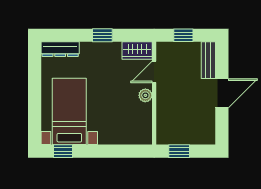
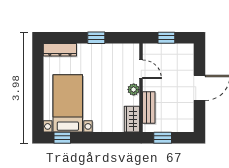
wardrobe: (137, 50) -> (132, 119), moved, turned 90
bench: (208, 60) -> (149, 108), moved
door: (154, 72) -> (141, 69), swing flipped

